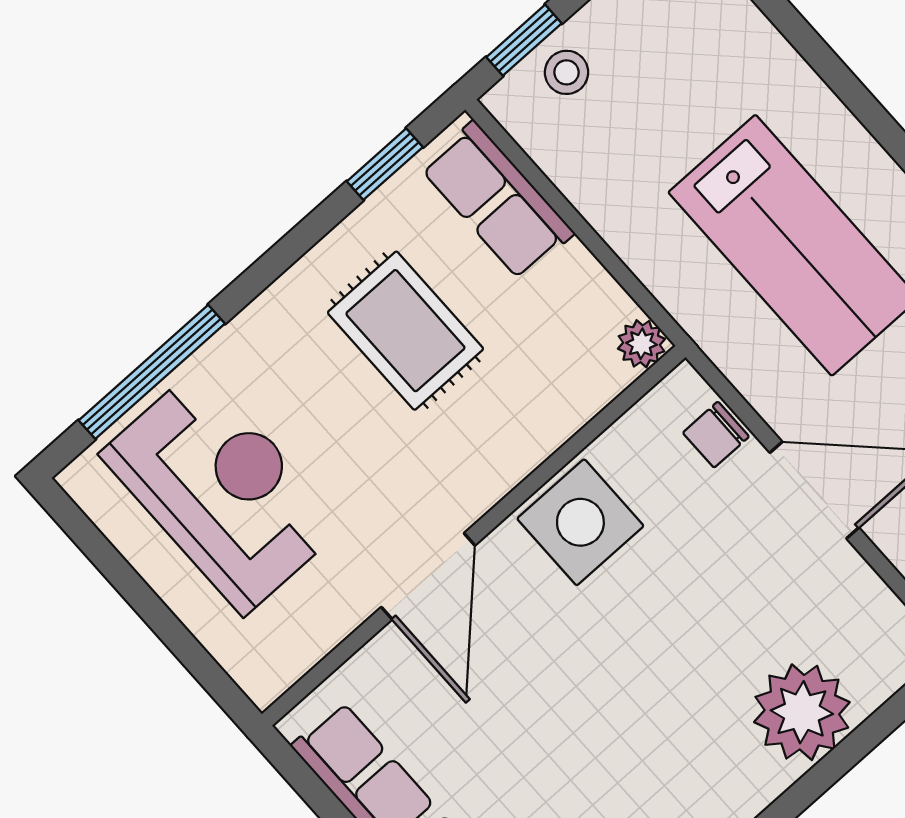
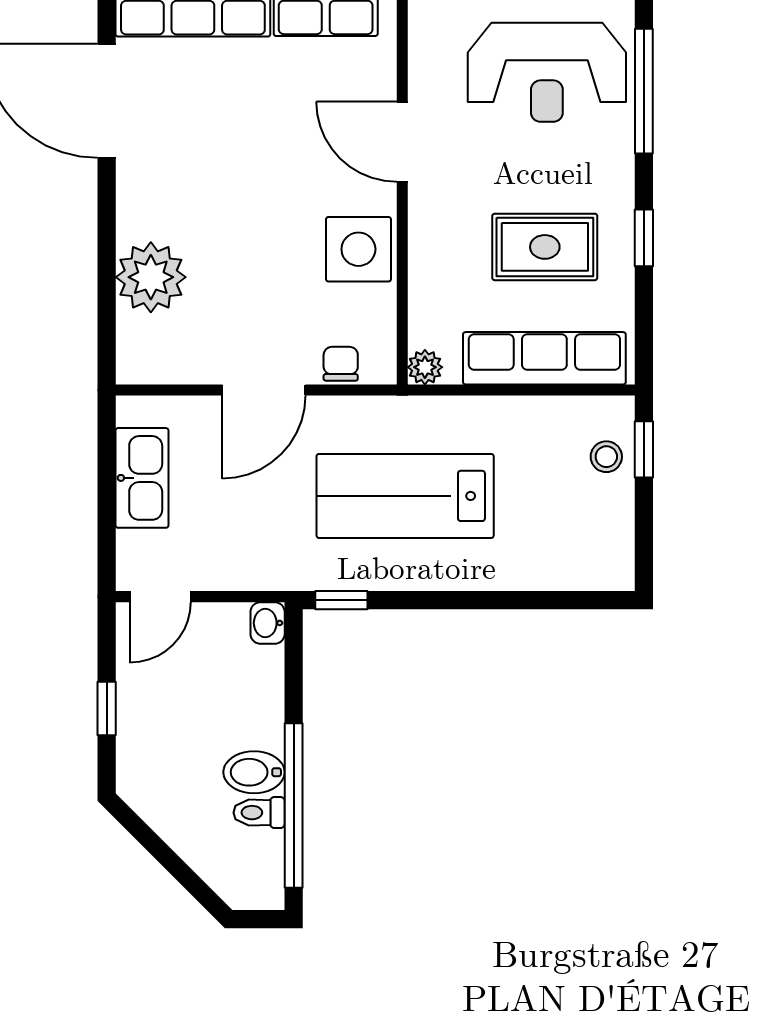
window: (385, 164) -> (644, 238), moved
row of seats: (497, 201) -> (544, 358), width x1.48

